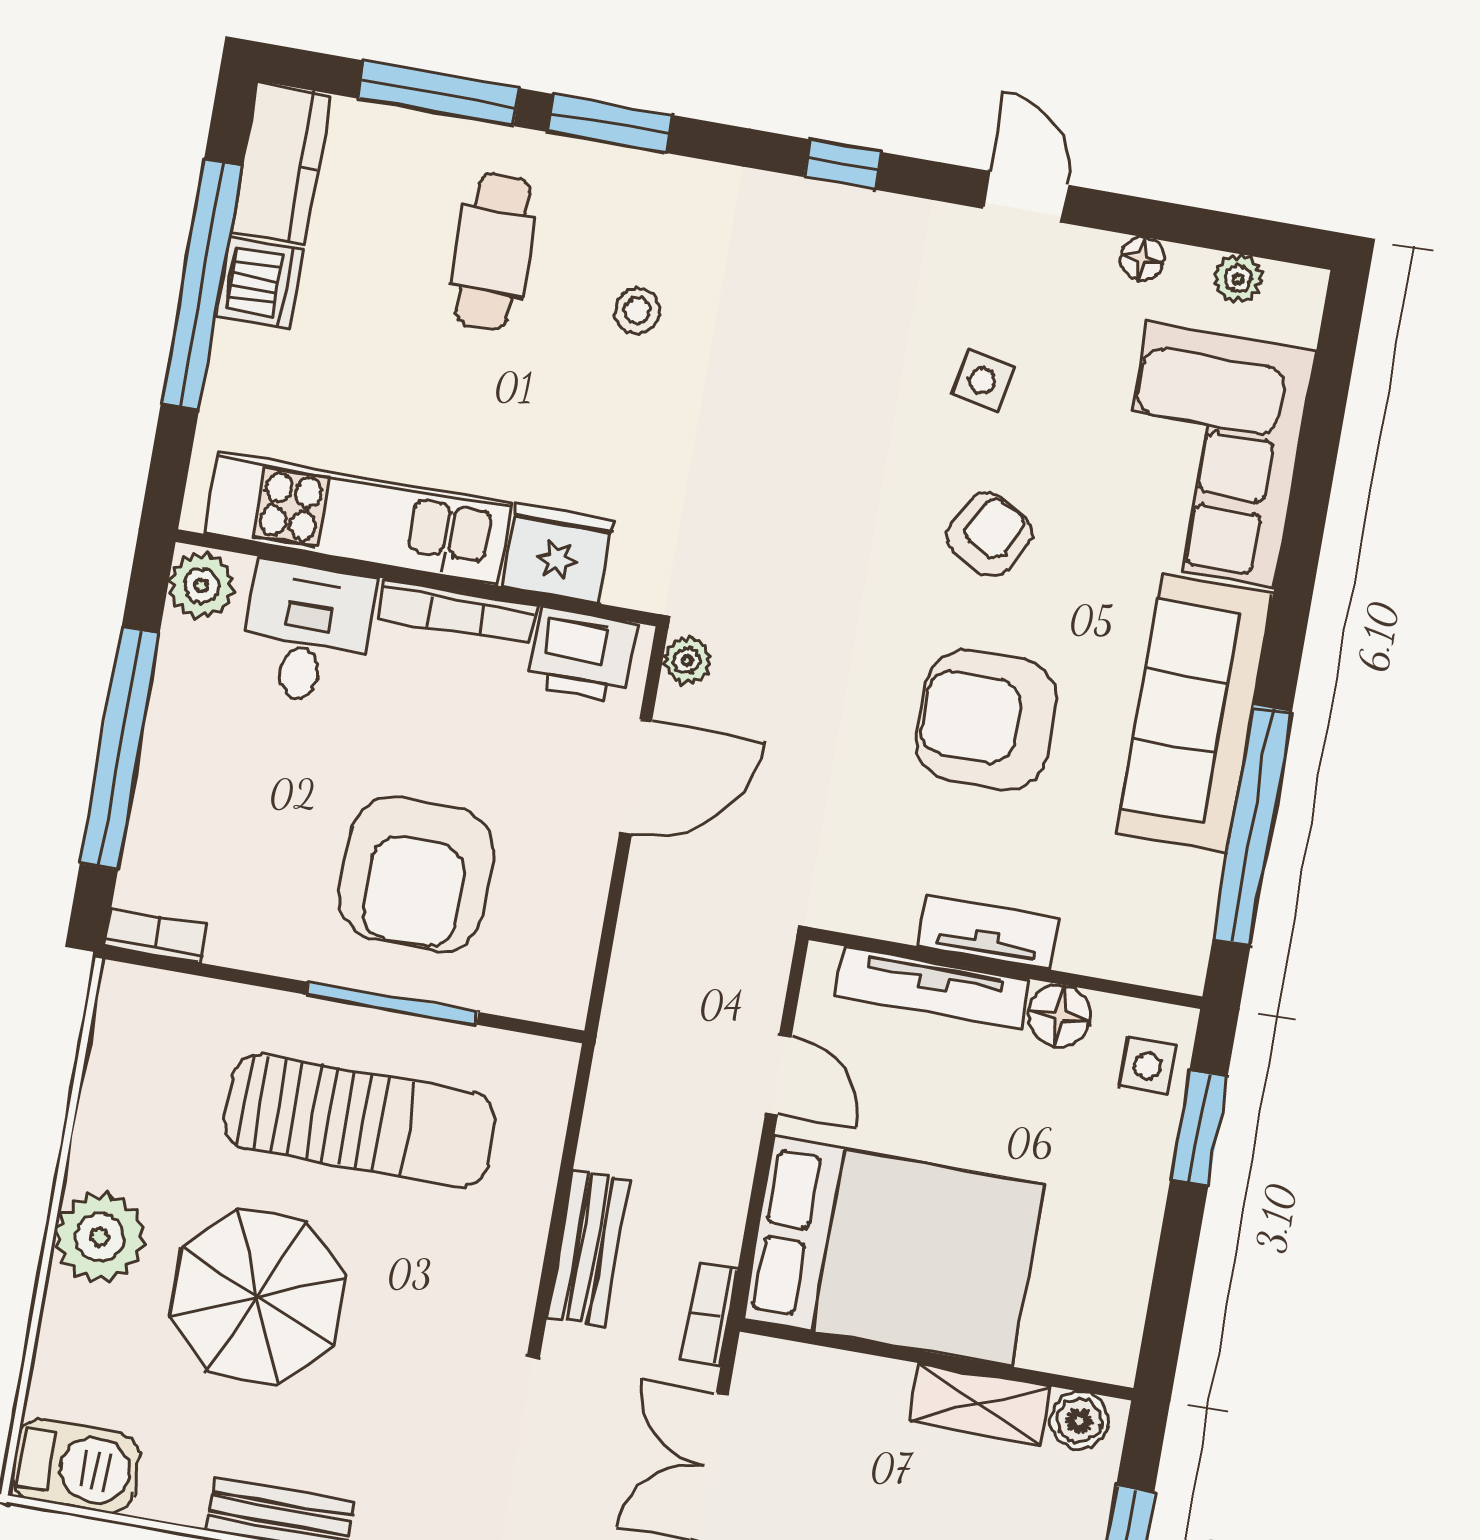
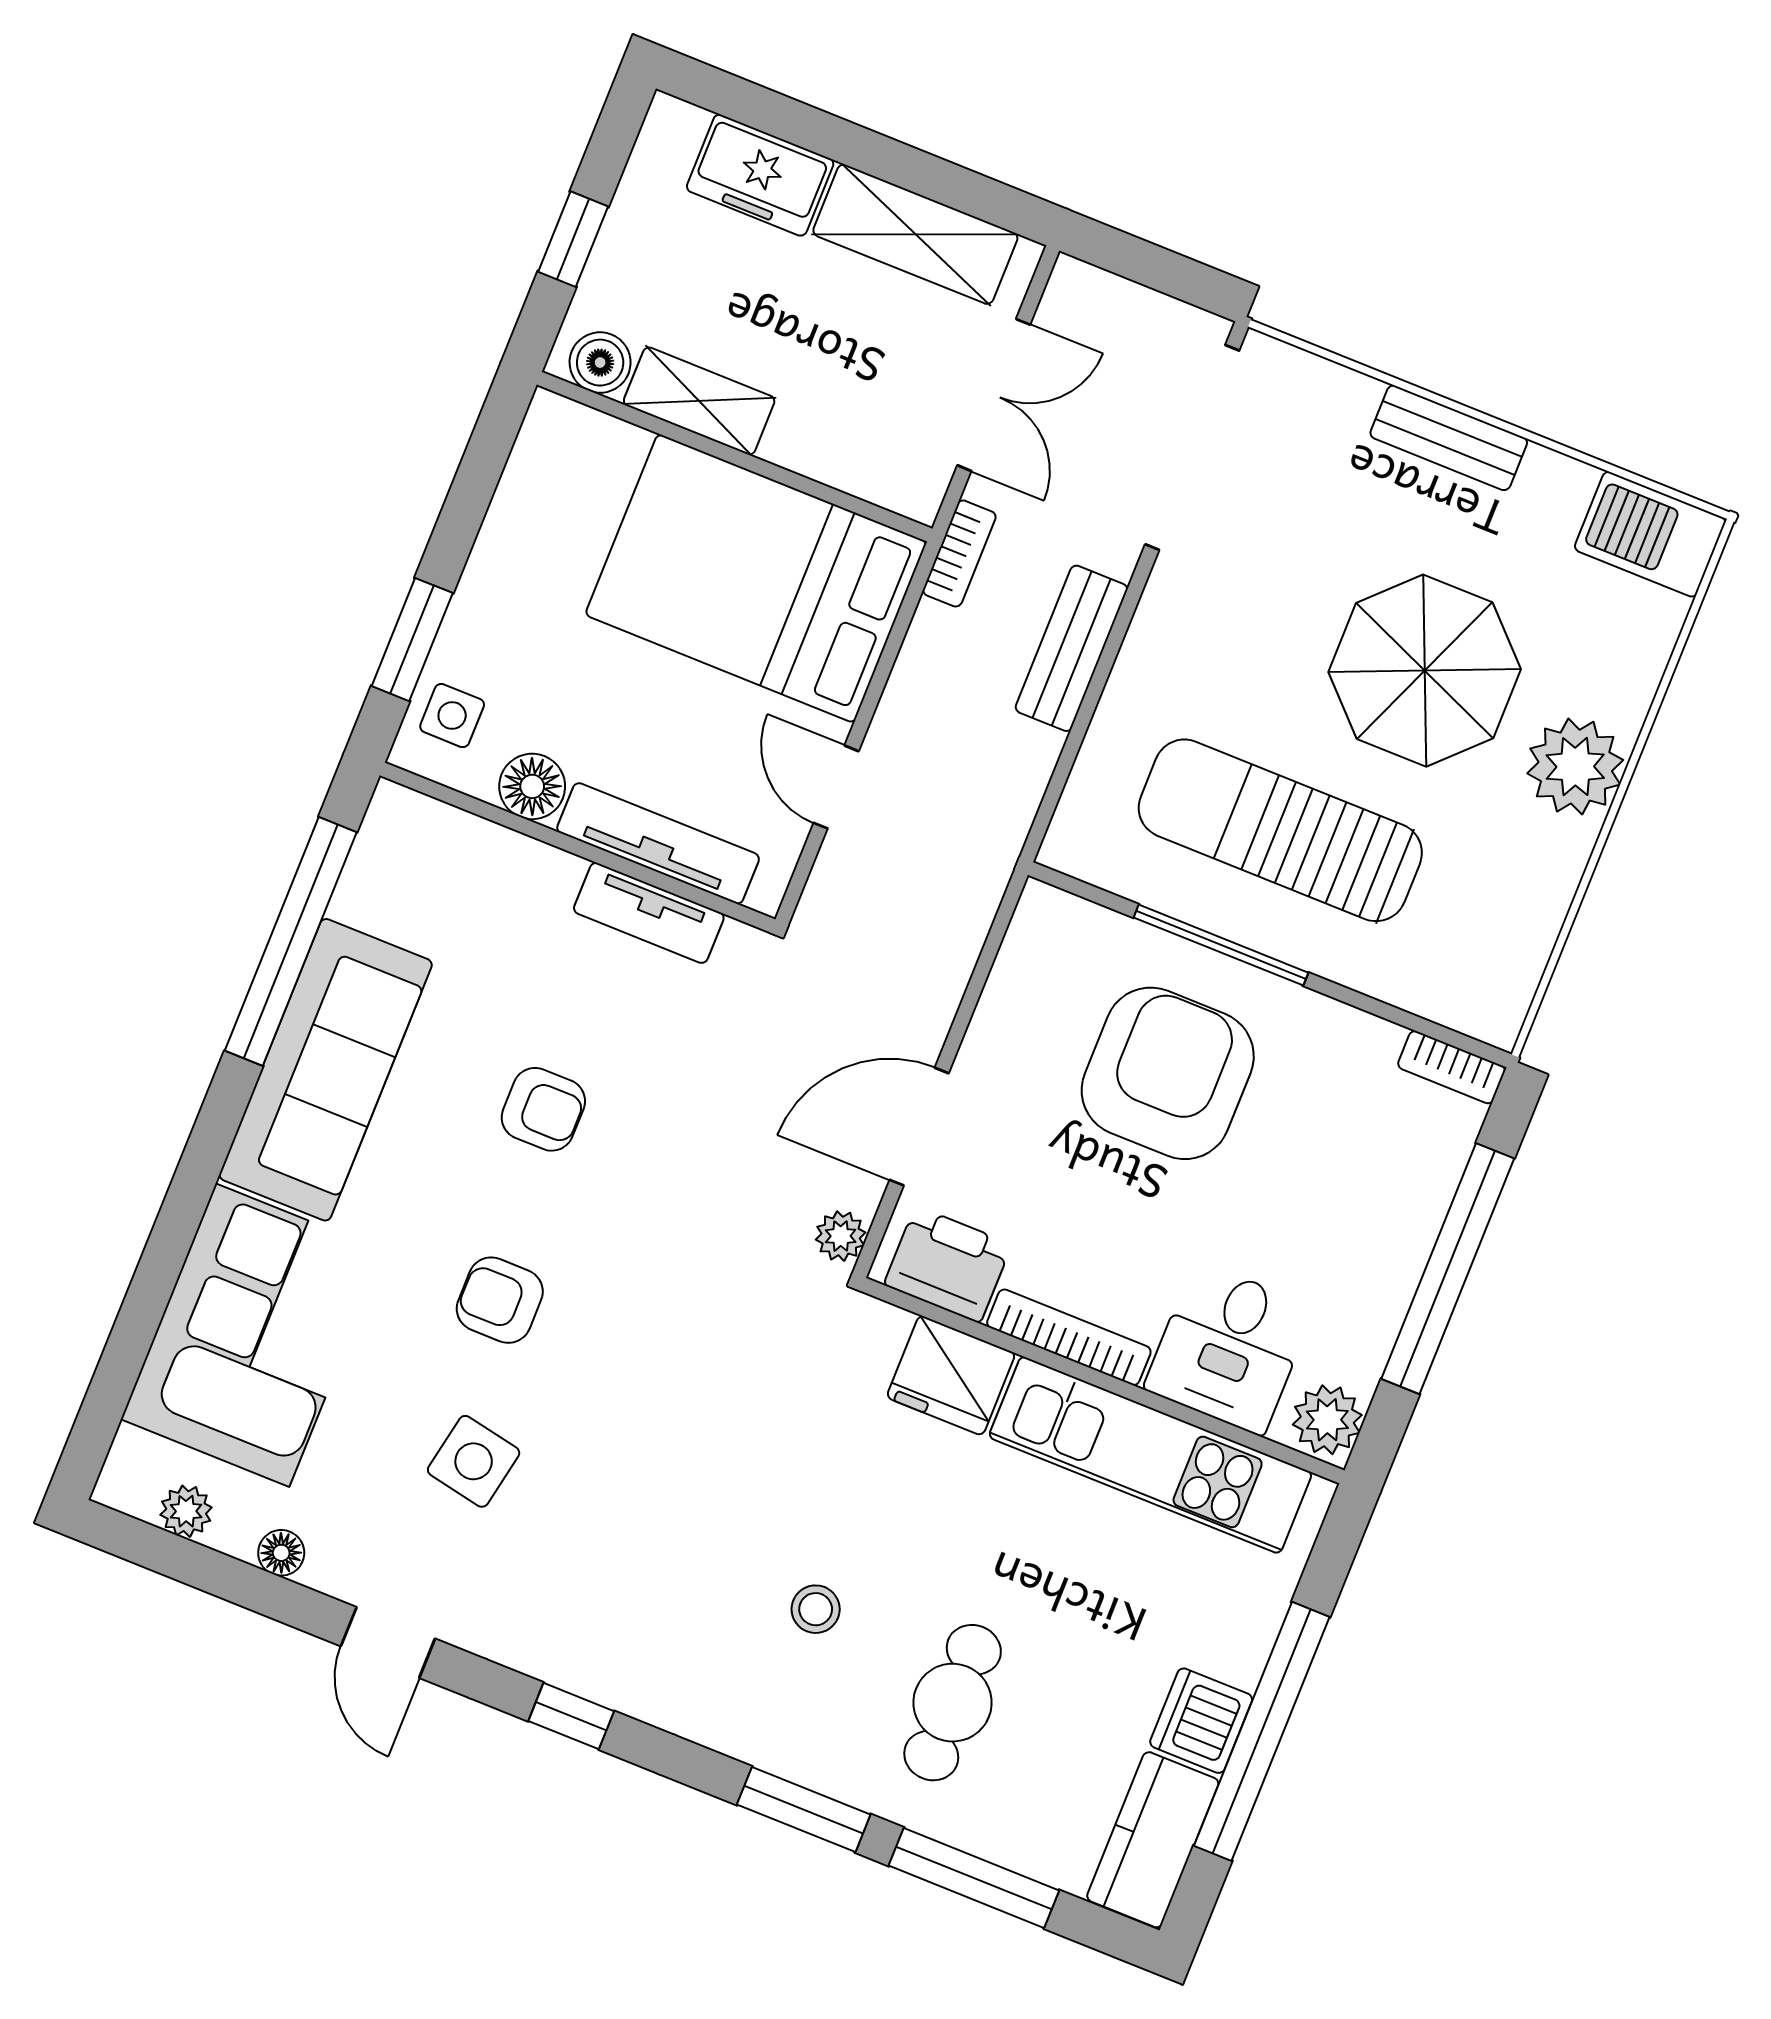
side table: (982, 381) -> (474, 1461), width x1.37, depth x1.37
armchair: (989, 535) -> (500, 1300), turned 62
armchair: (986, 720) -> (543, 1109), width x0.53, depth x0.53
tv unit: (988, 932) -> (649, 913), moved

